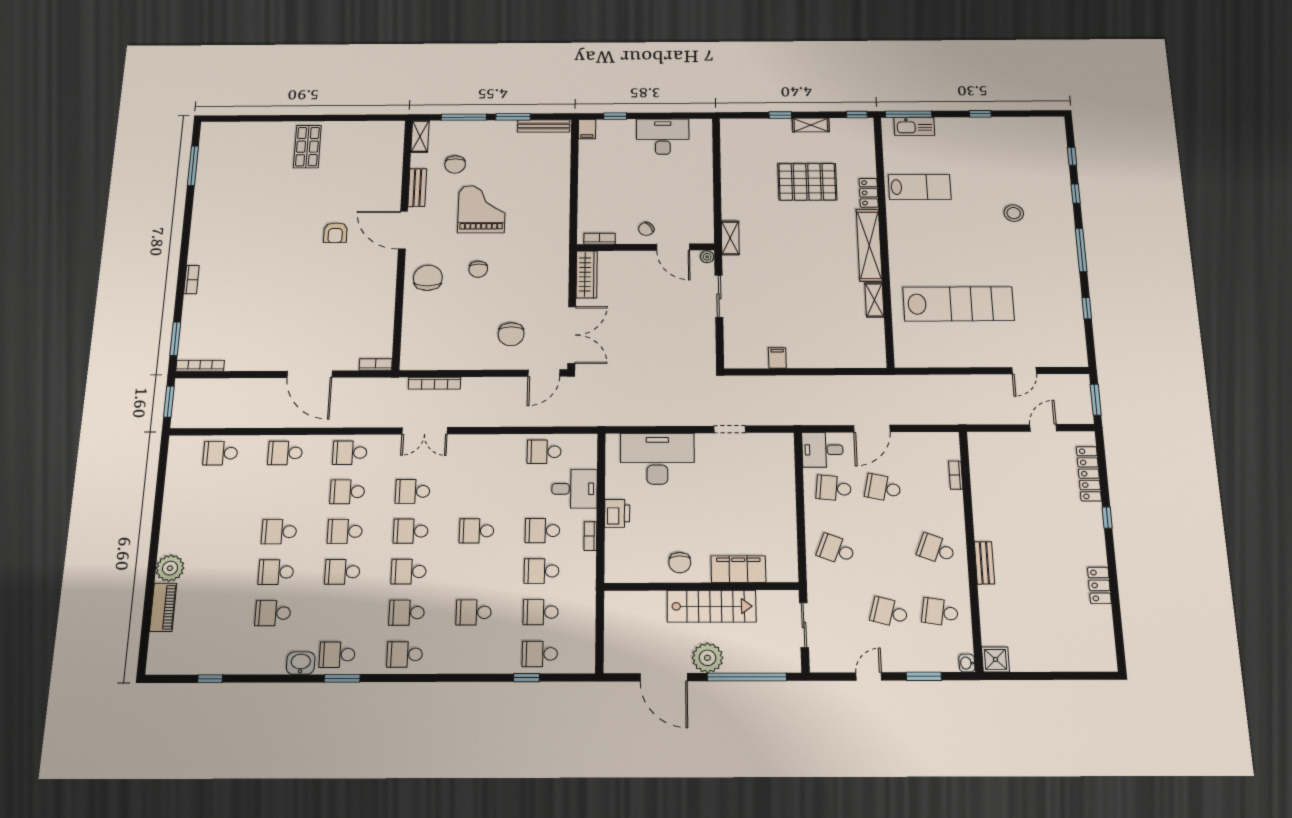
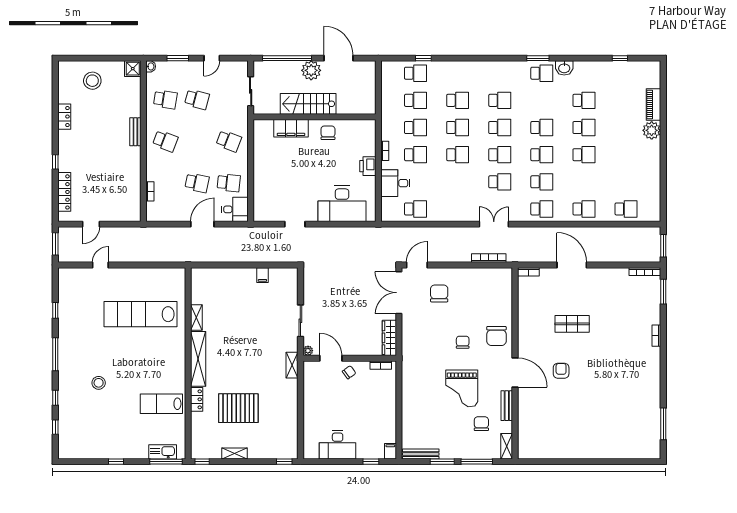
window: (780, 115) -> (284, 462), moved
shop shelf: (307, 147) -> (572, 324), moved, turned 90
stool: (1059, 641) -> (92, 81), added
school desk: (405, 654) -> (458, 128), moved

